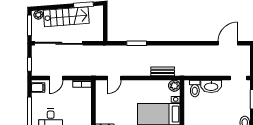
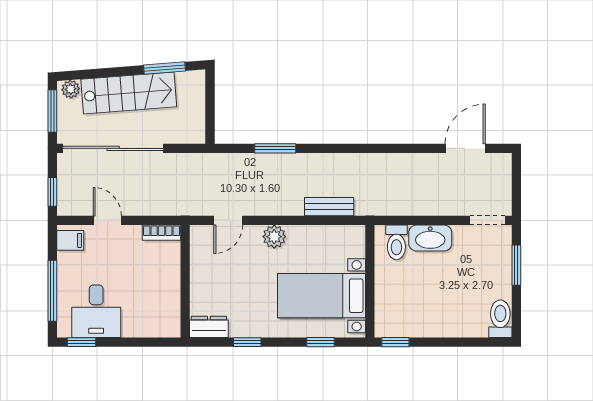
door: (56, 78) -> (107, 220), swing flipped
plant: (174, 86) -> (274, 237), moved

